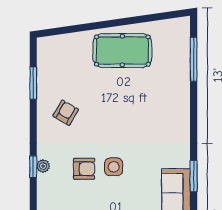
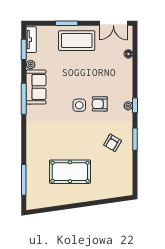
pool table: (122, 51) -> (70, 172), moved
window: (33, 83) -> (135, 139), moved
window: (194, 176) -> (24, 99), width x1.44

